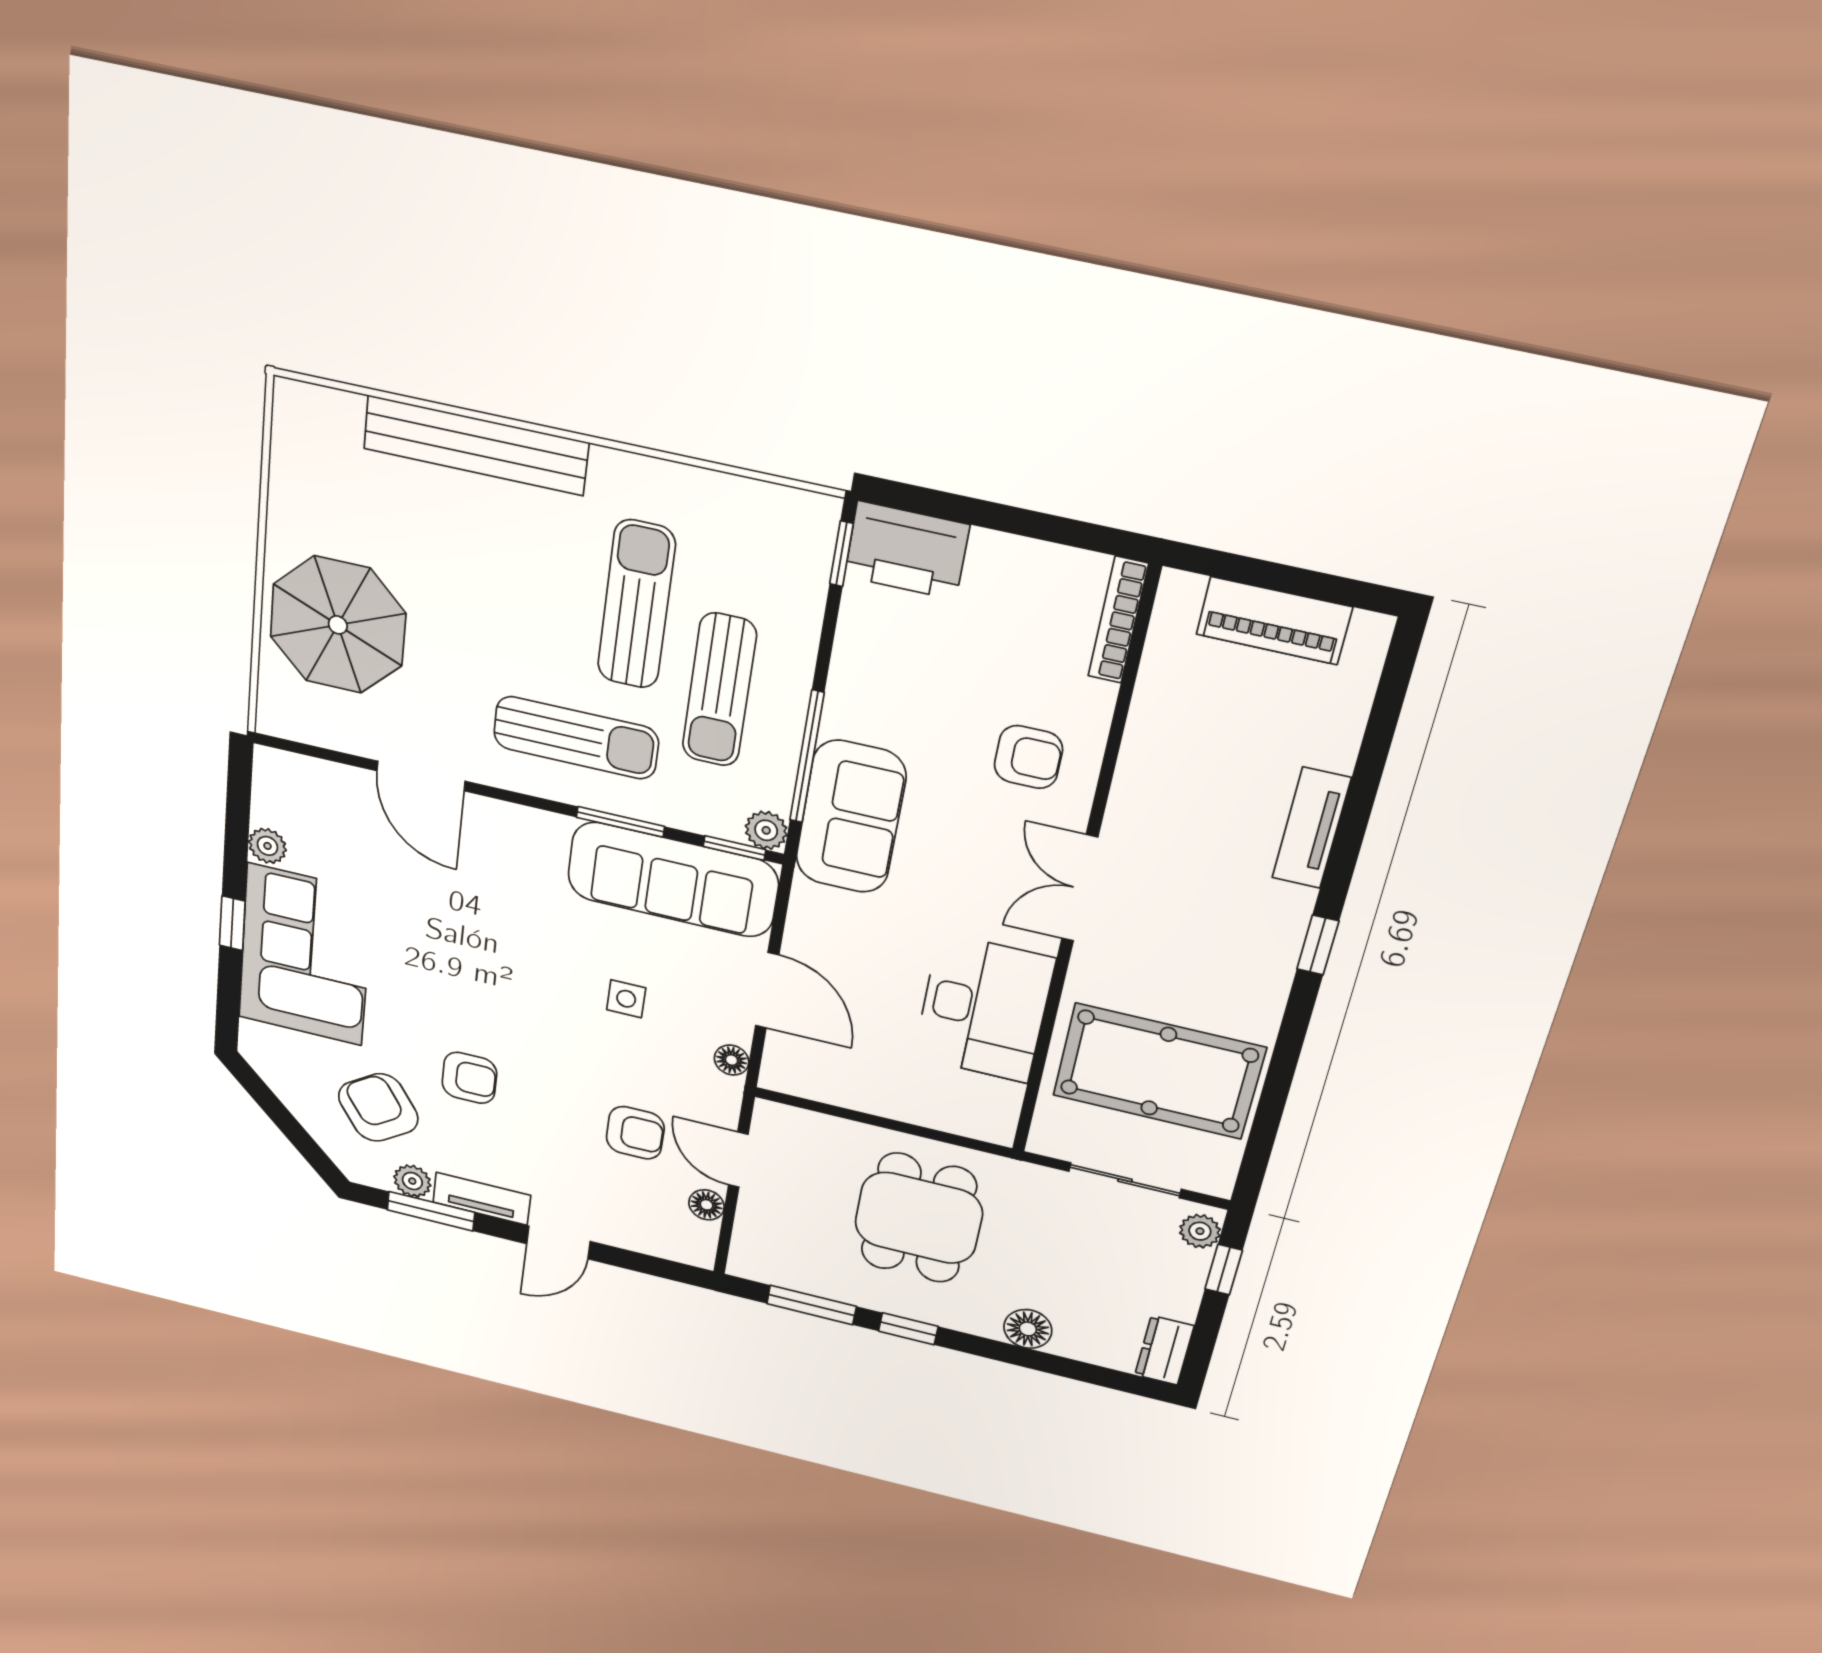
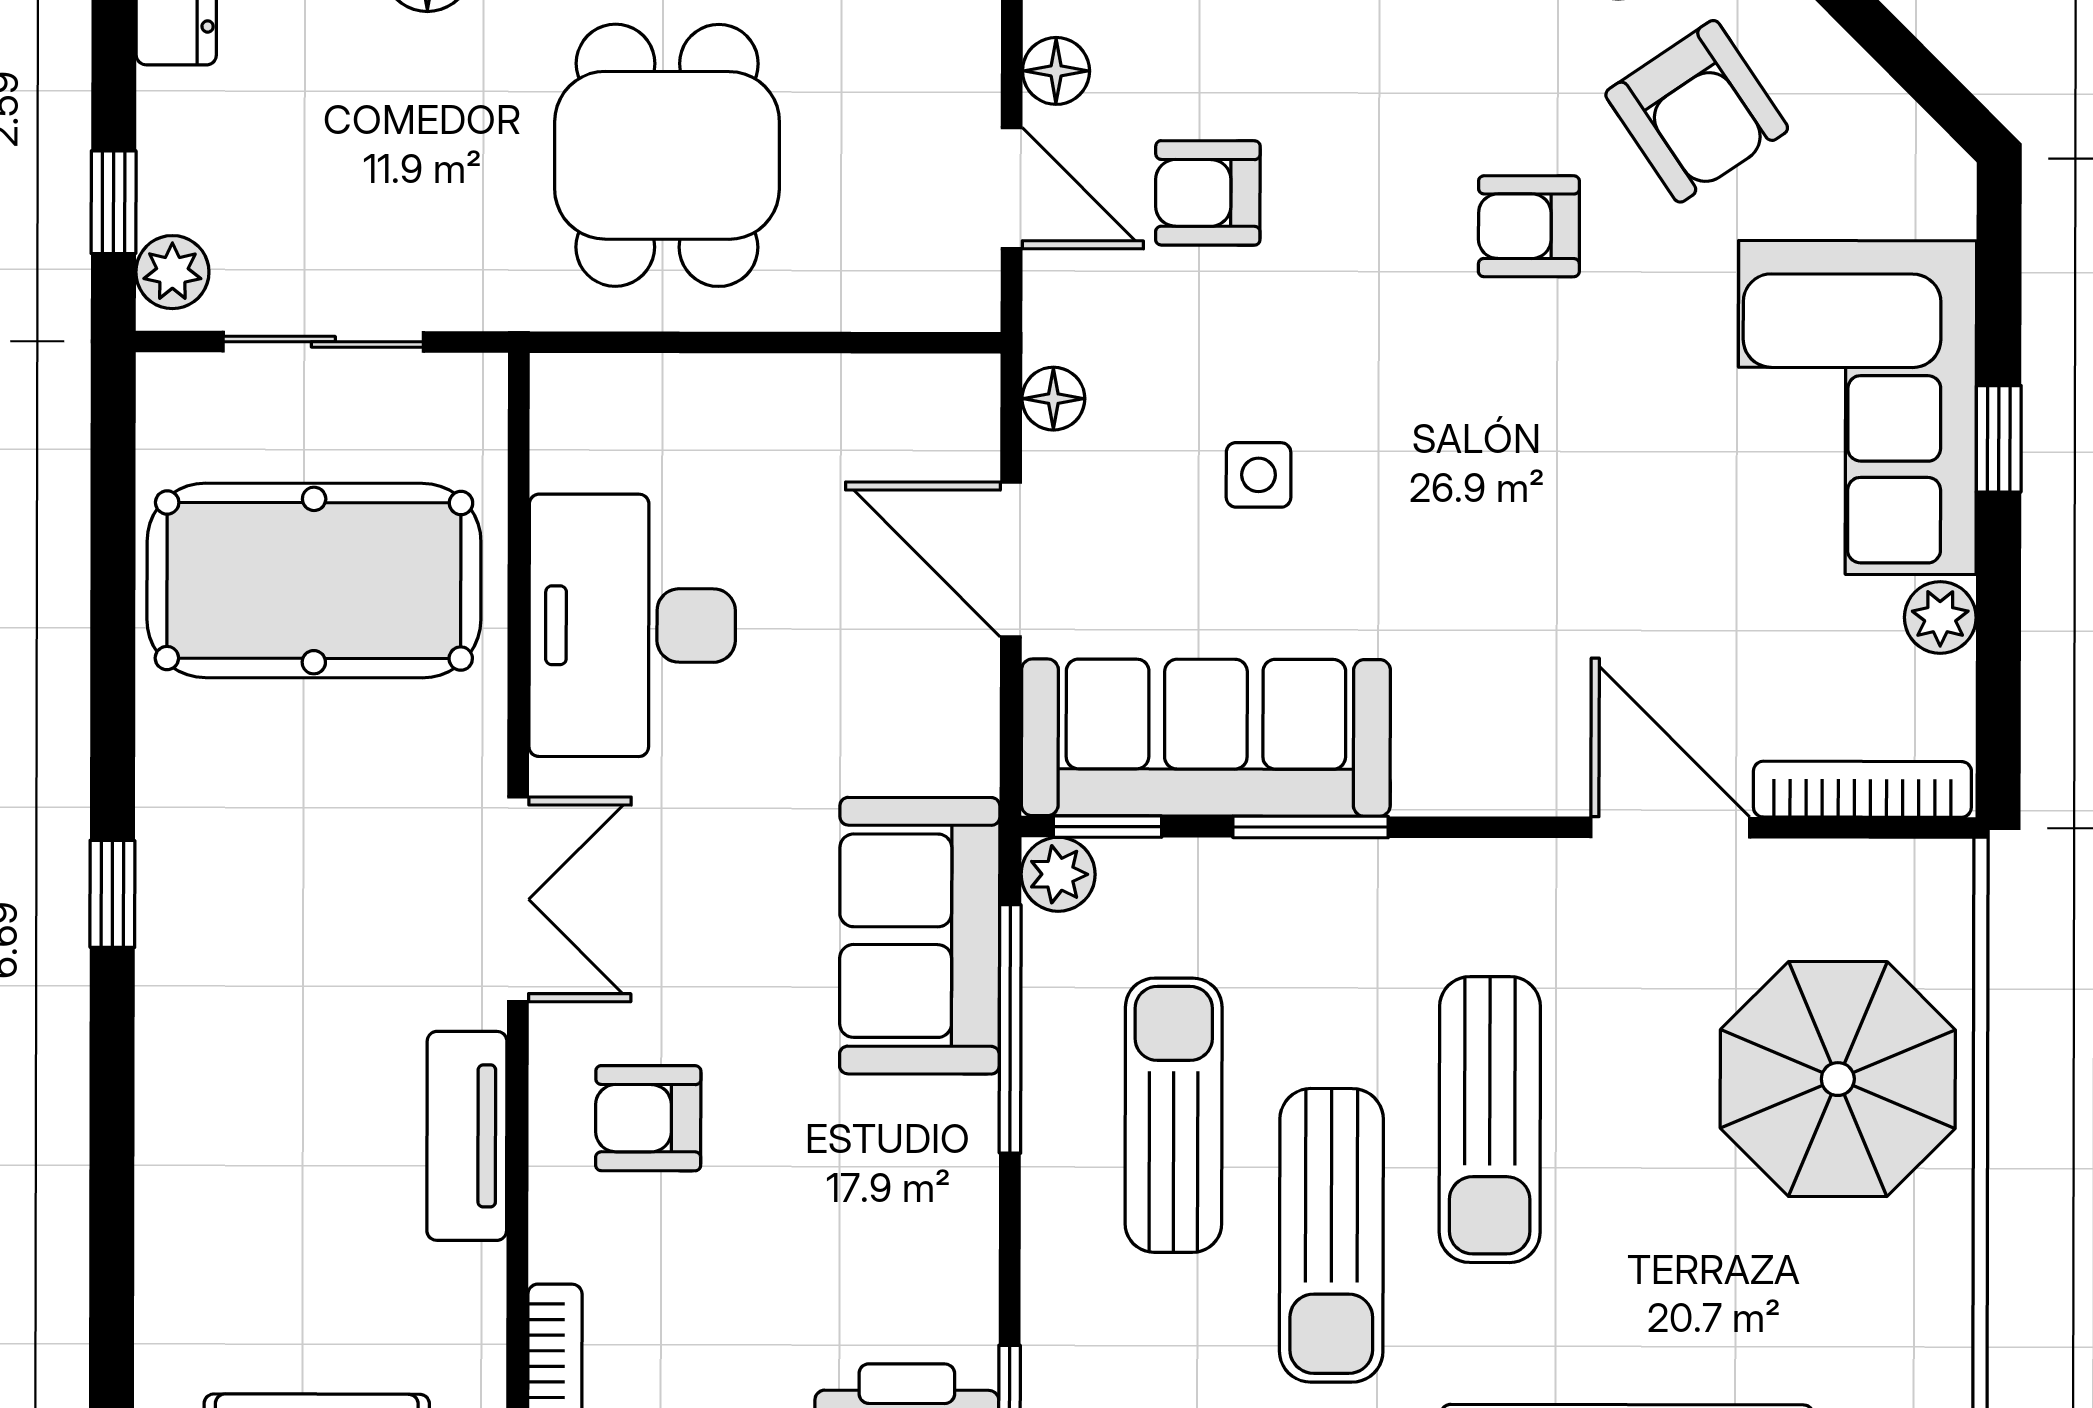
sun lounger: (576, 738) -> (1490, 1120), moved, turned -90
bookcase: (314, 771) -> (1862, 789), added
tv unit: (1311, 828) -> (467, 1136), moved, turned 180

